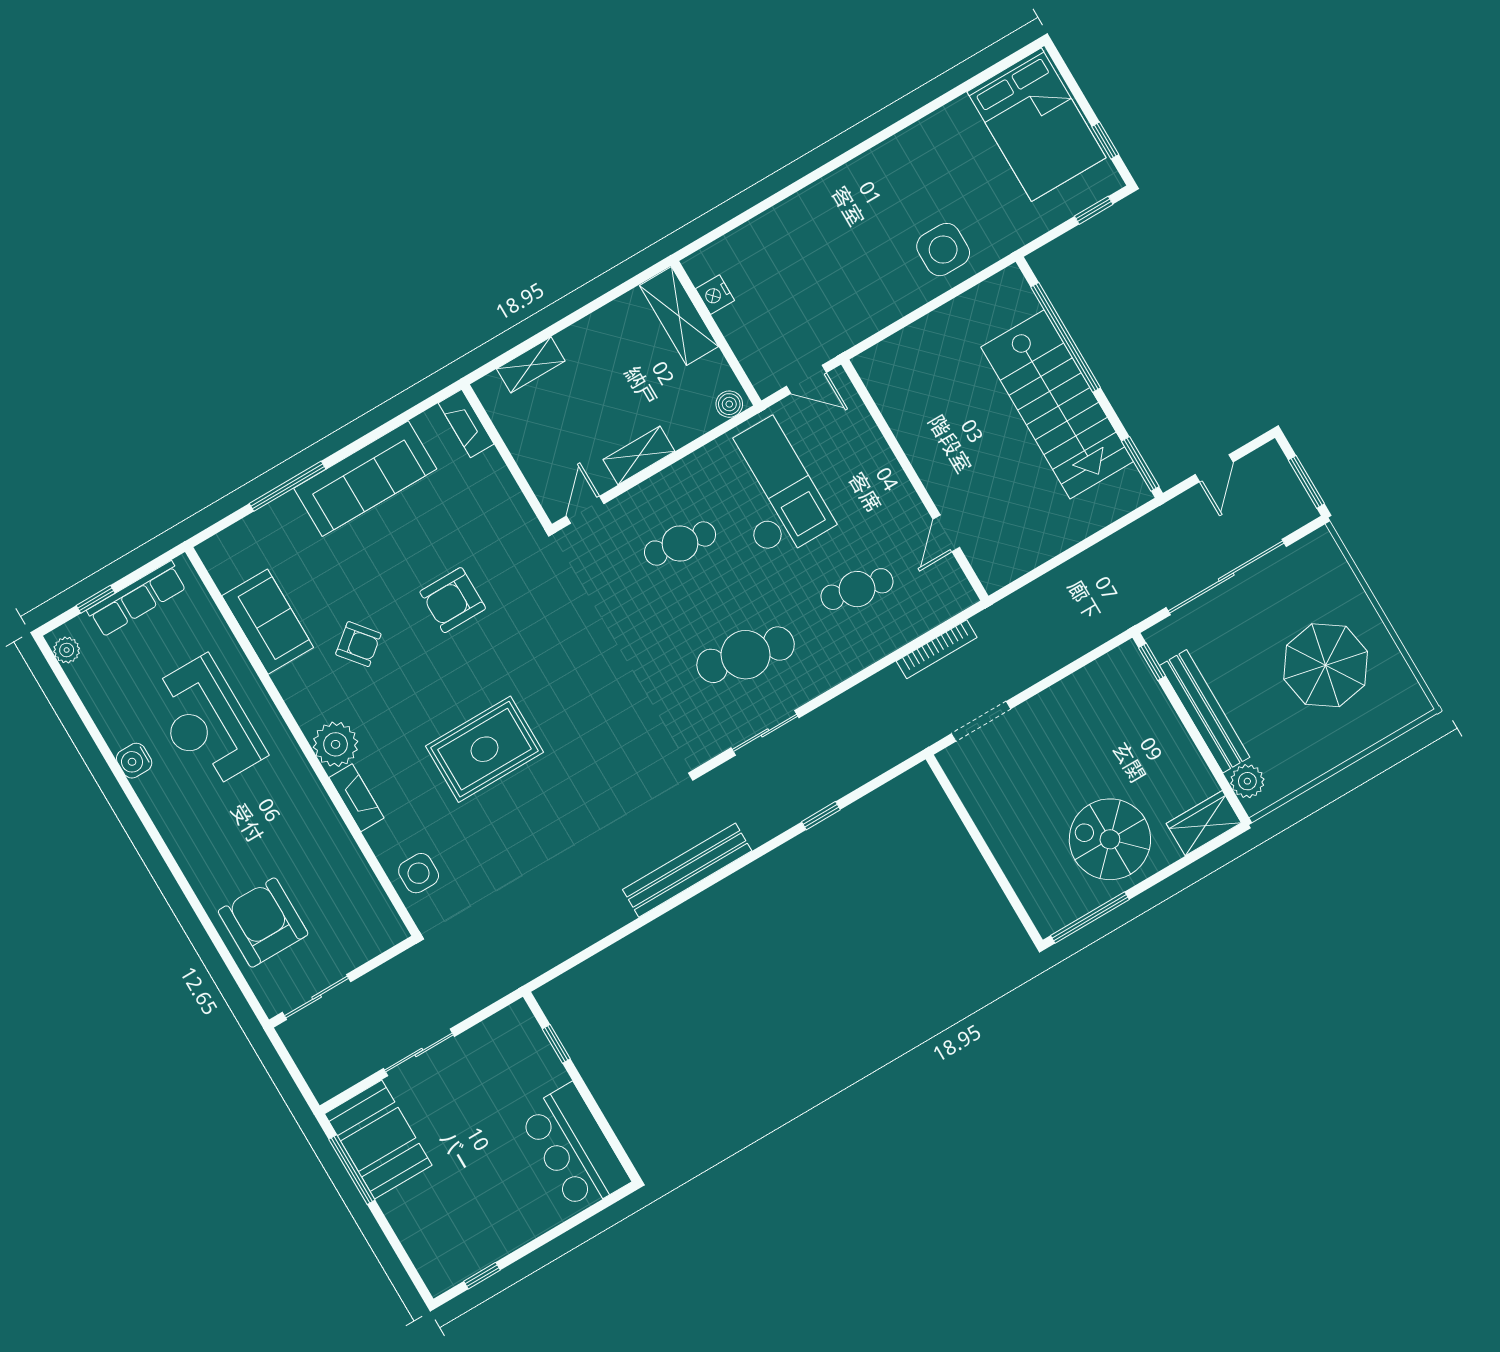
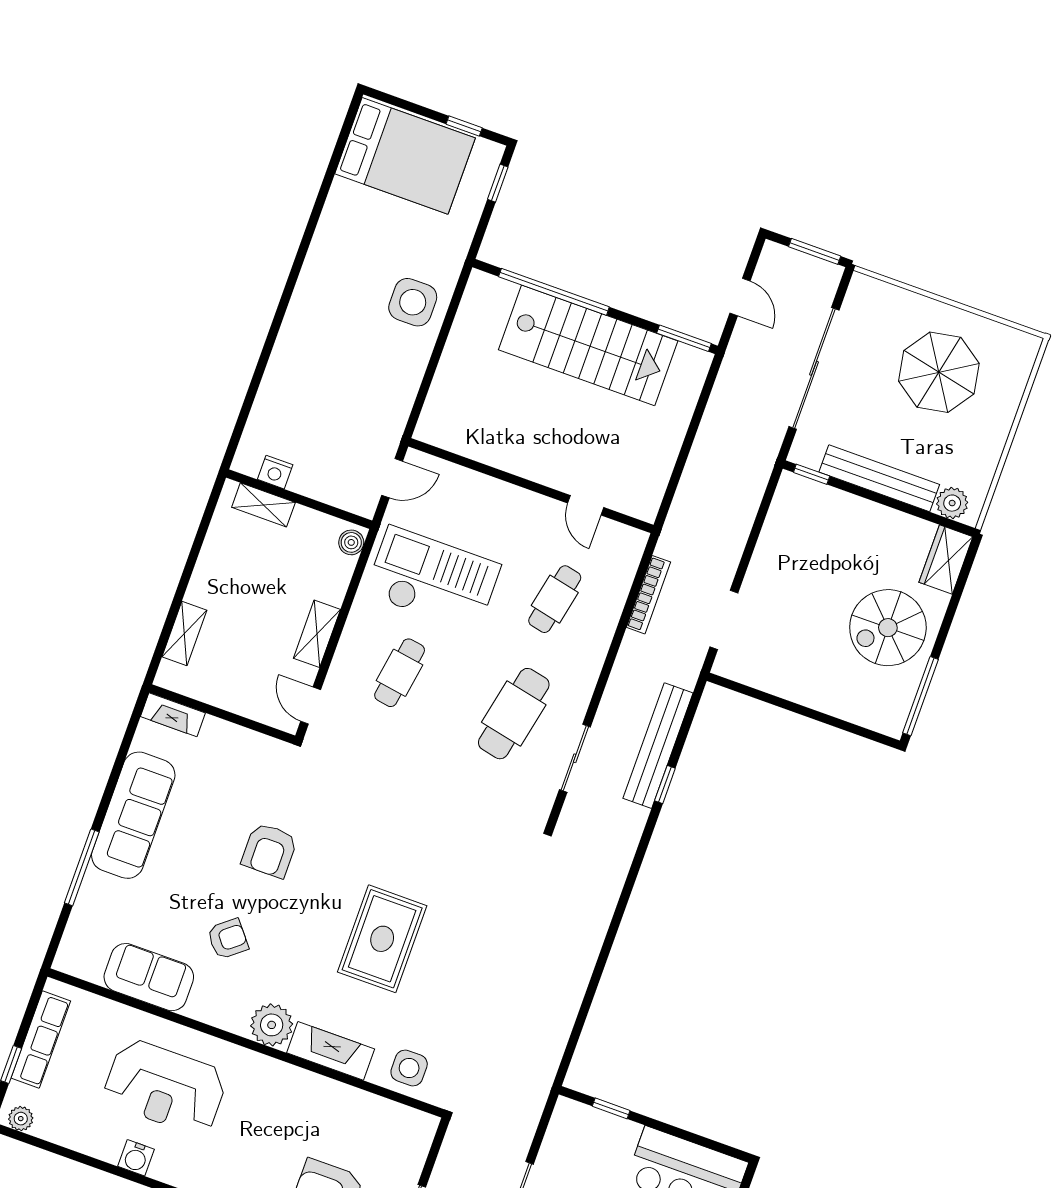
shelving: (679, 316) -> (263, 505), width x0.67, depth x0.75
fireplace: (356, 798) -> (331, 1051), width x1.37, depth x1.32
bench: (687, 870) -> (658, 746), moved

